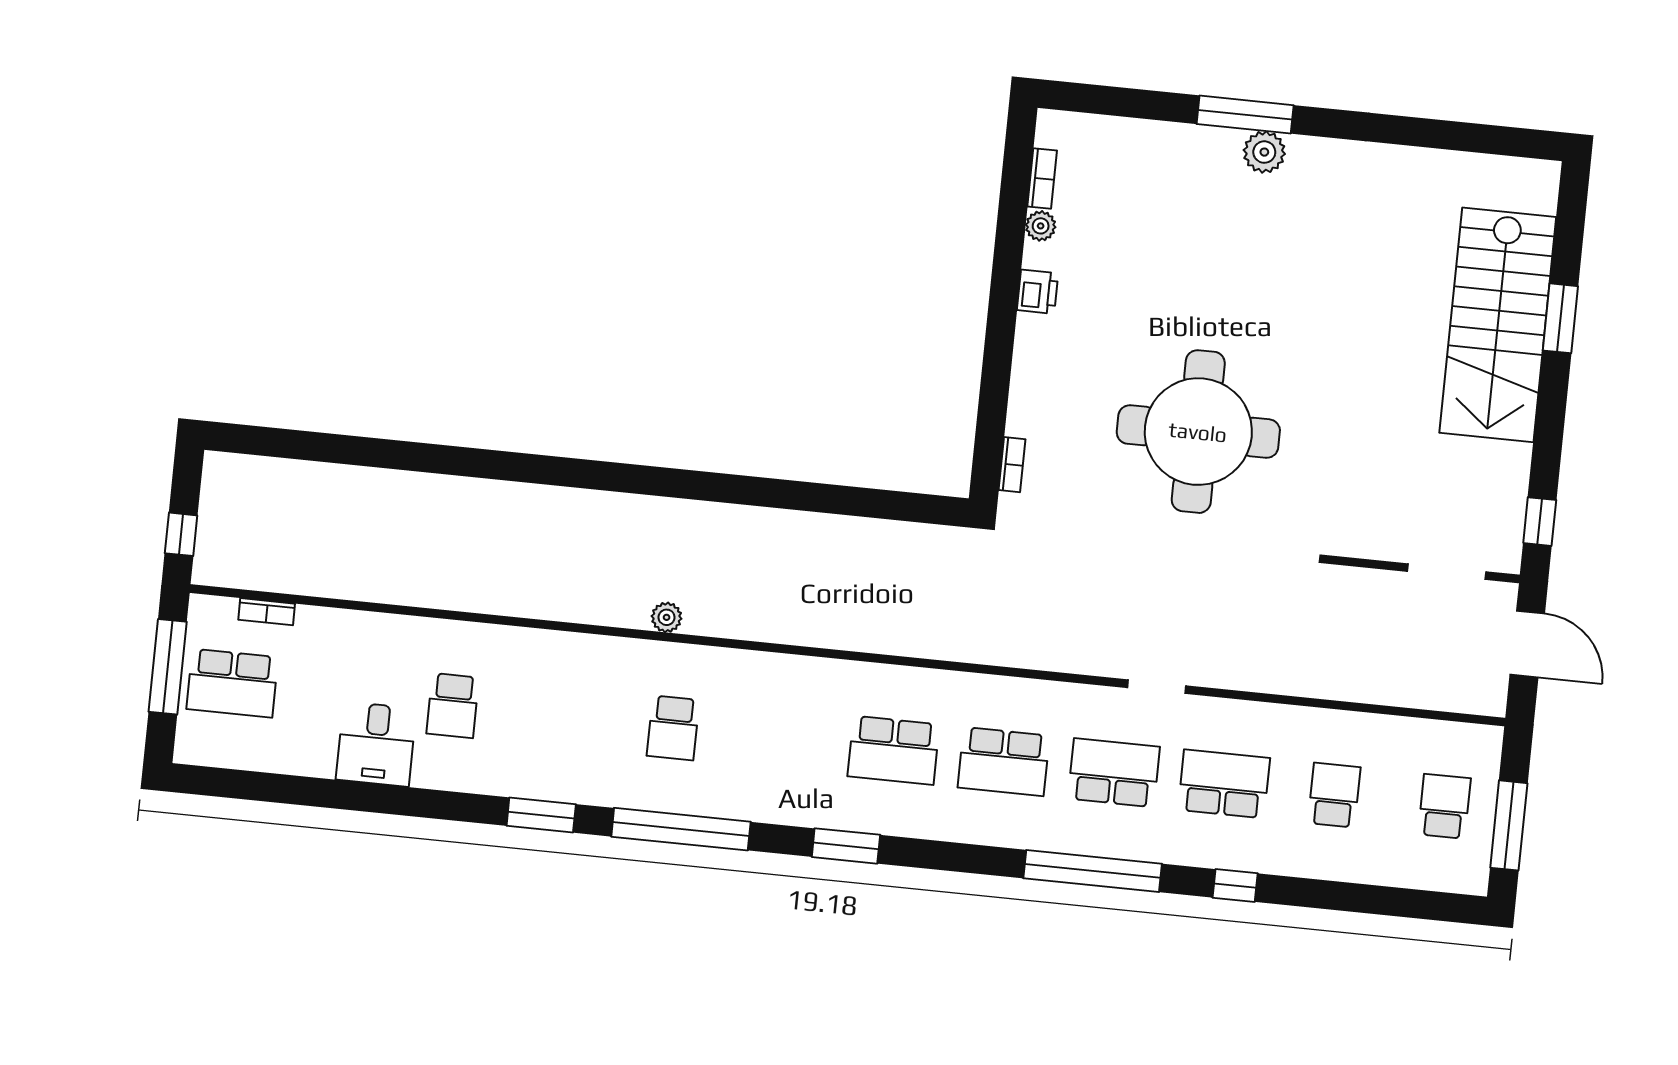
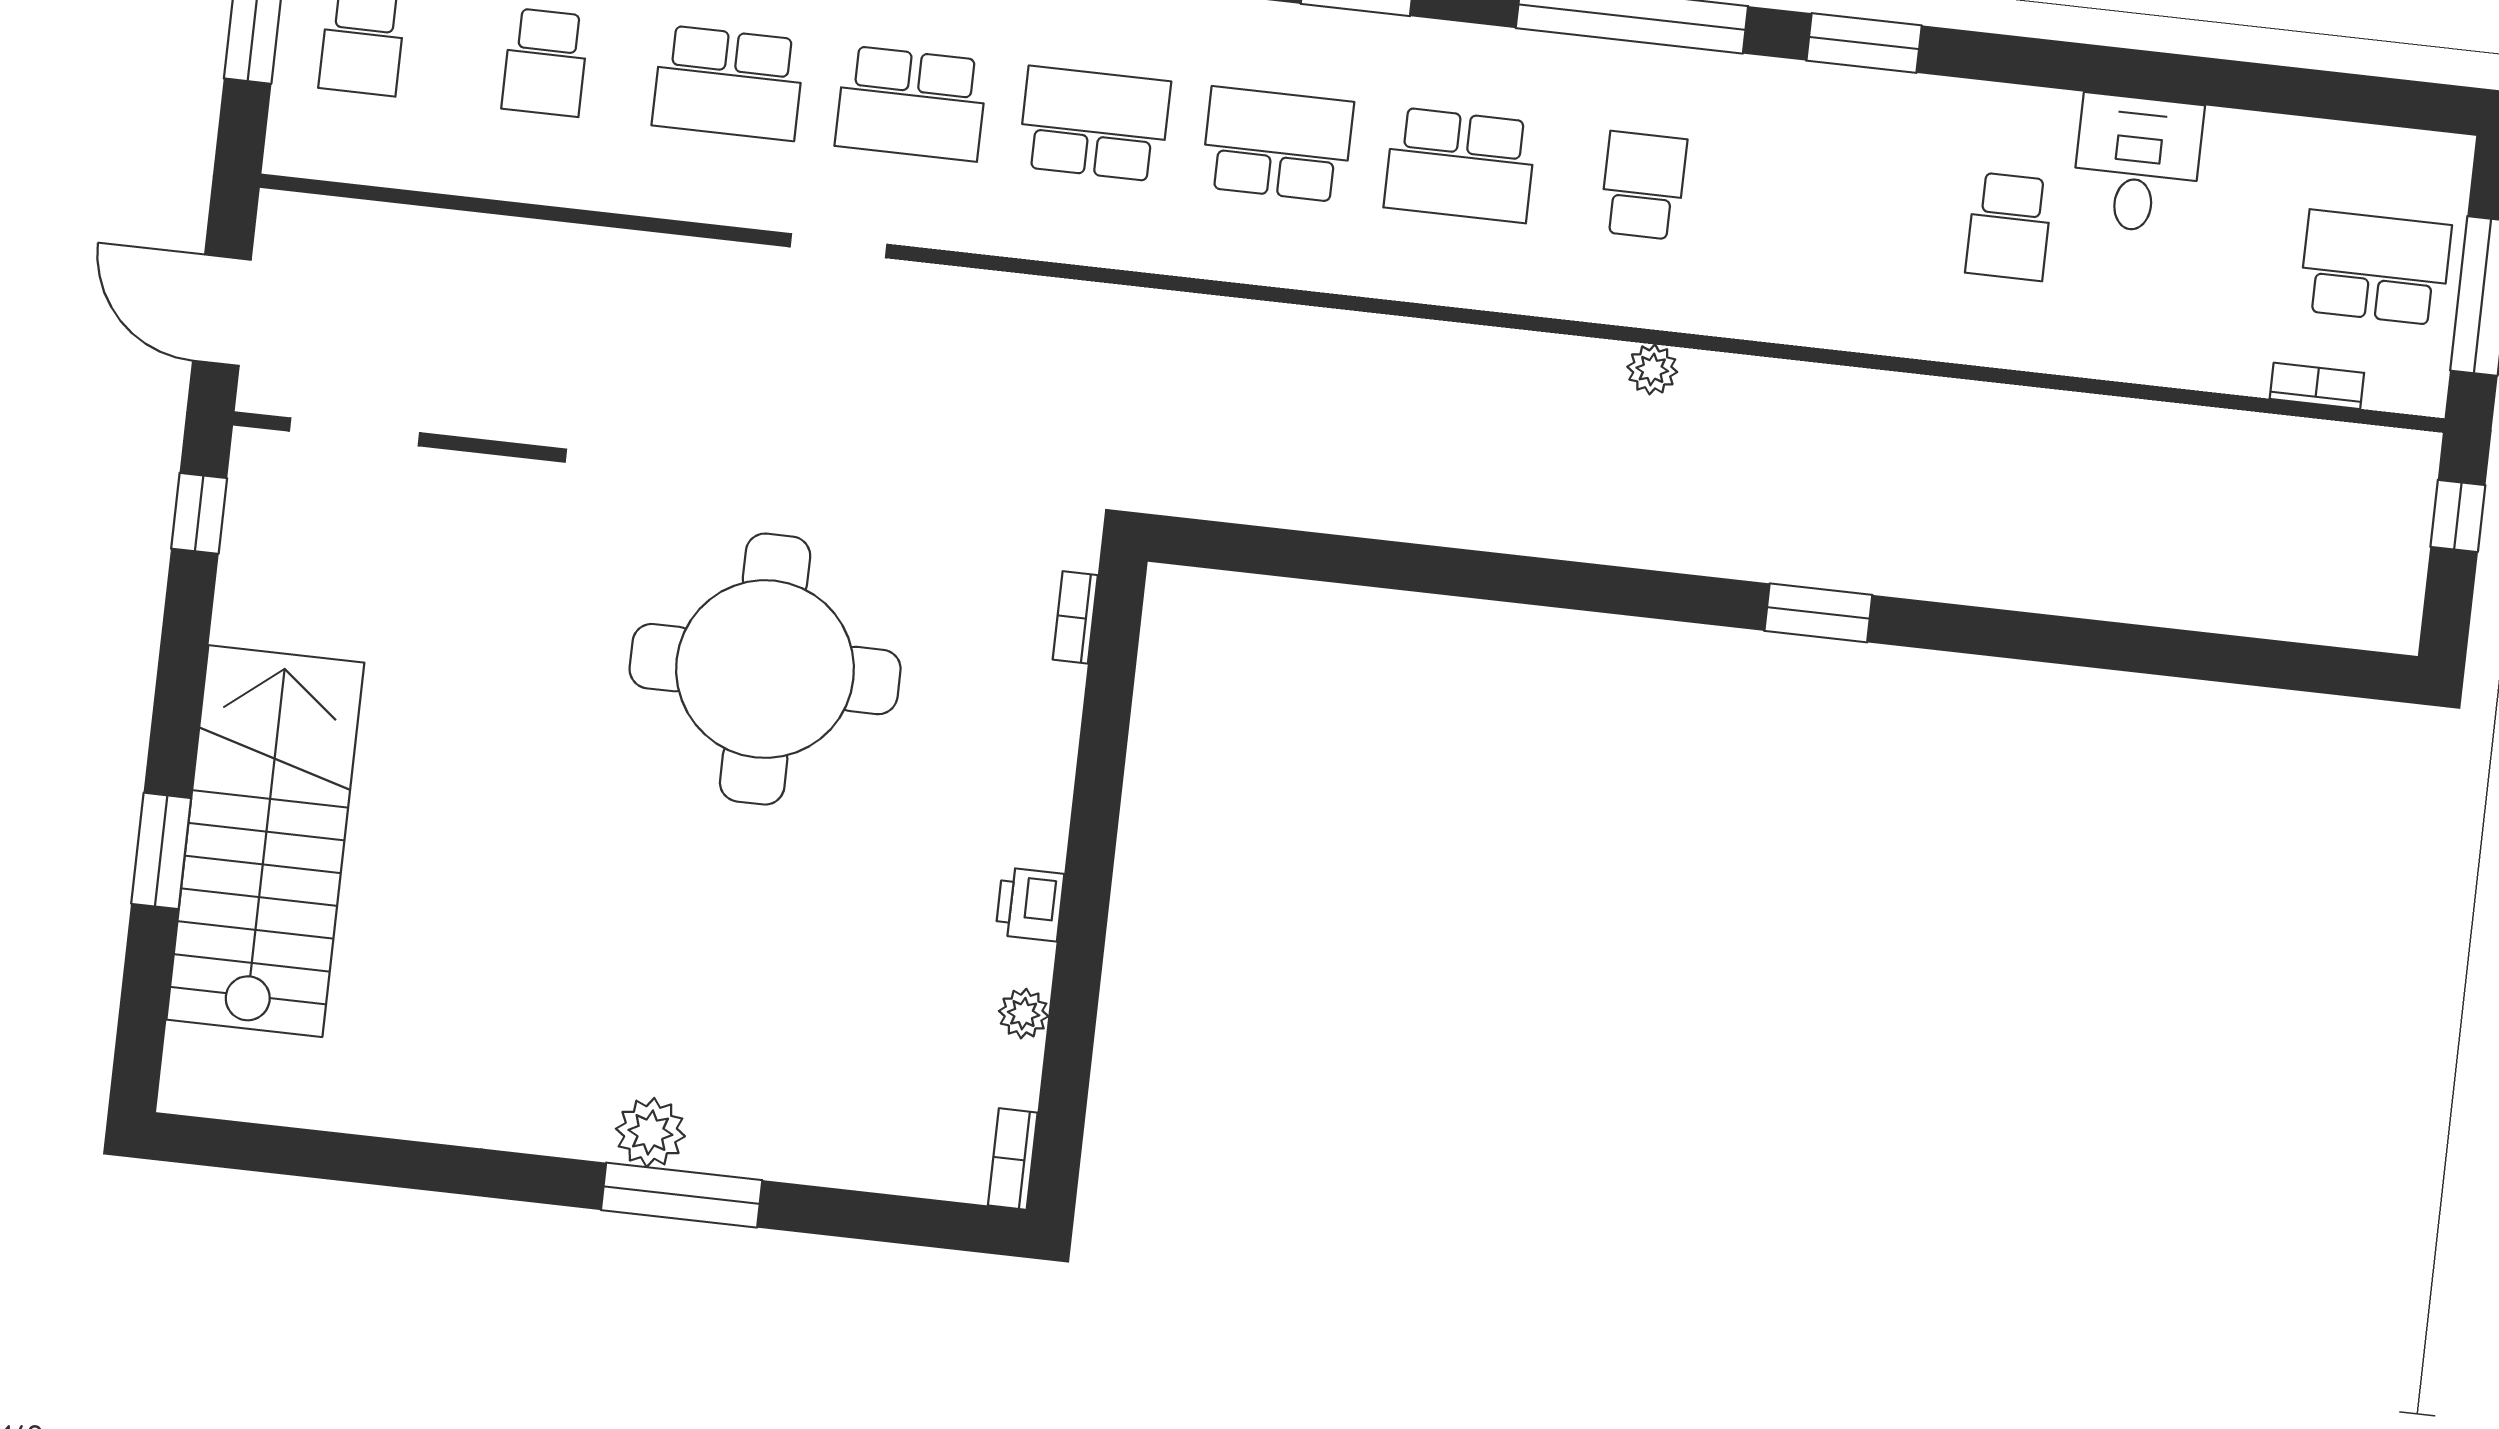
bookcase: (1042, 179) -> (1013, 1159), moved
window: (565, 472) -> (1818, 613), added
school desk: (453, 706) -> (2009, 227), turned 180
school desk: (783, 739) -> (1460, 165), added

